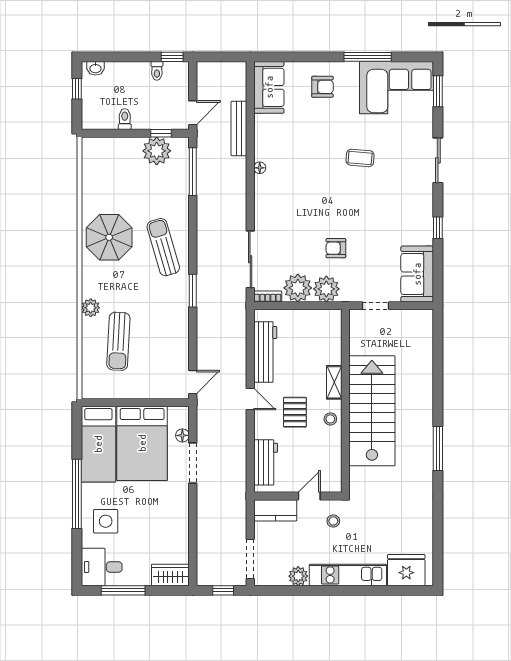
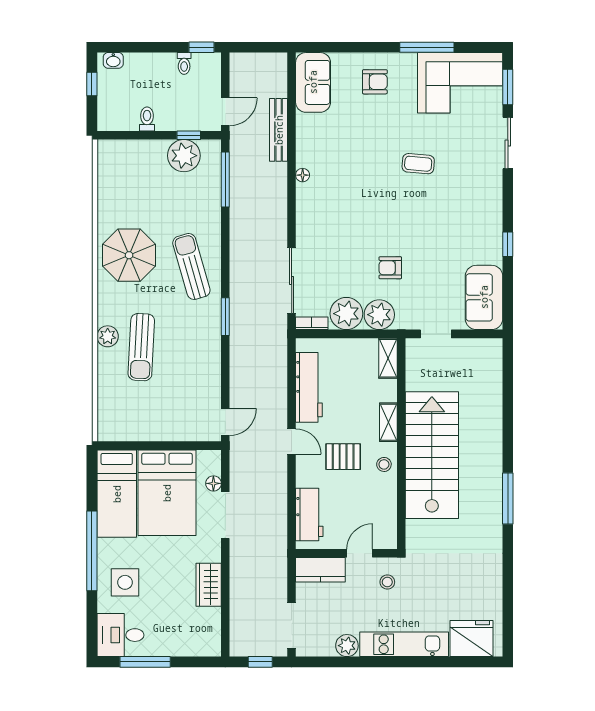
sliding door: (438, 160) -> (508, 143), moved
shelving: (334, 327) -> (388, 358), added
sun lounger: (118, 341) -> (141, 347), moved
pallet: (295, 412) -> (343, 457), turned 90
wardrobe: (170, 575) -> (209, 585), moved, turned -90

